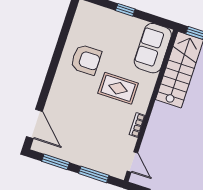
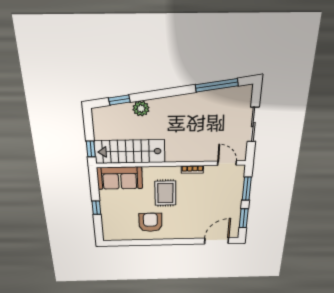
door: (132, 162) -> (227, 163), hinge flipped

